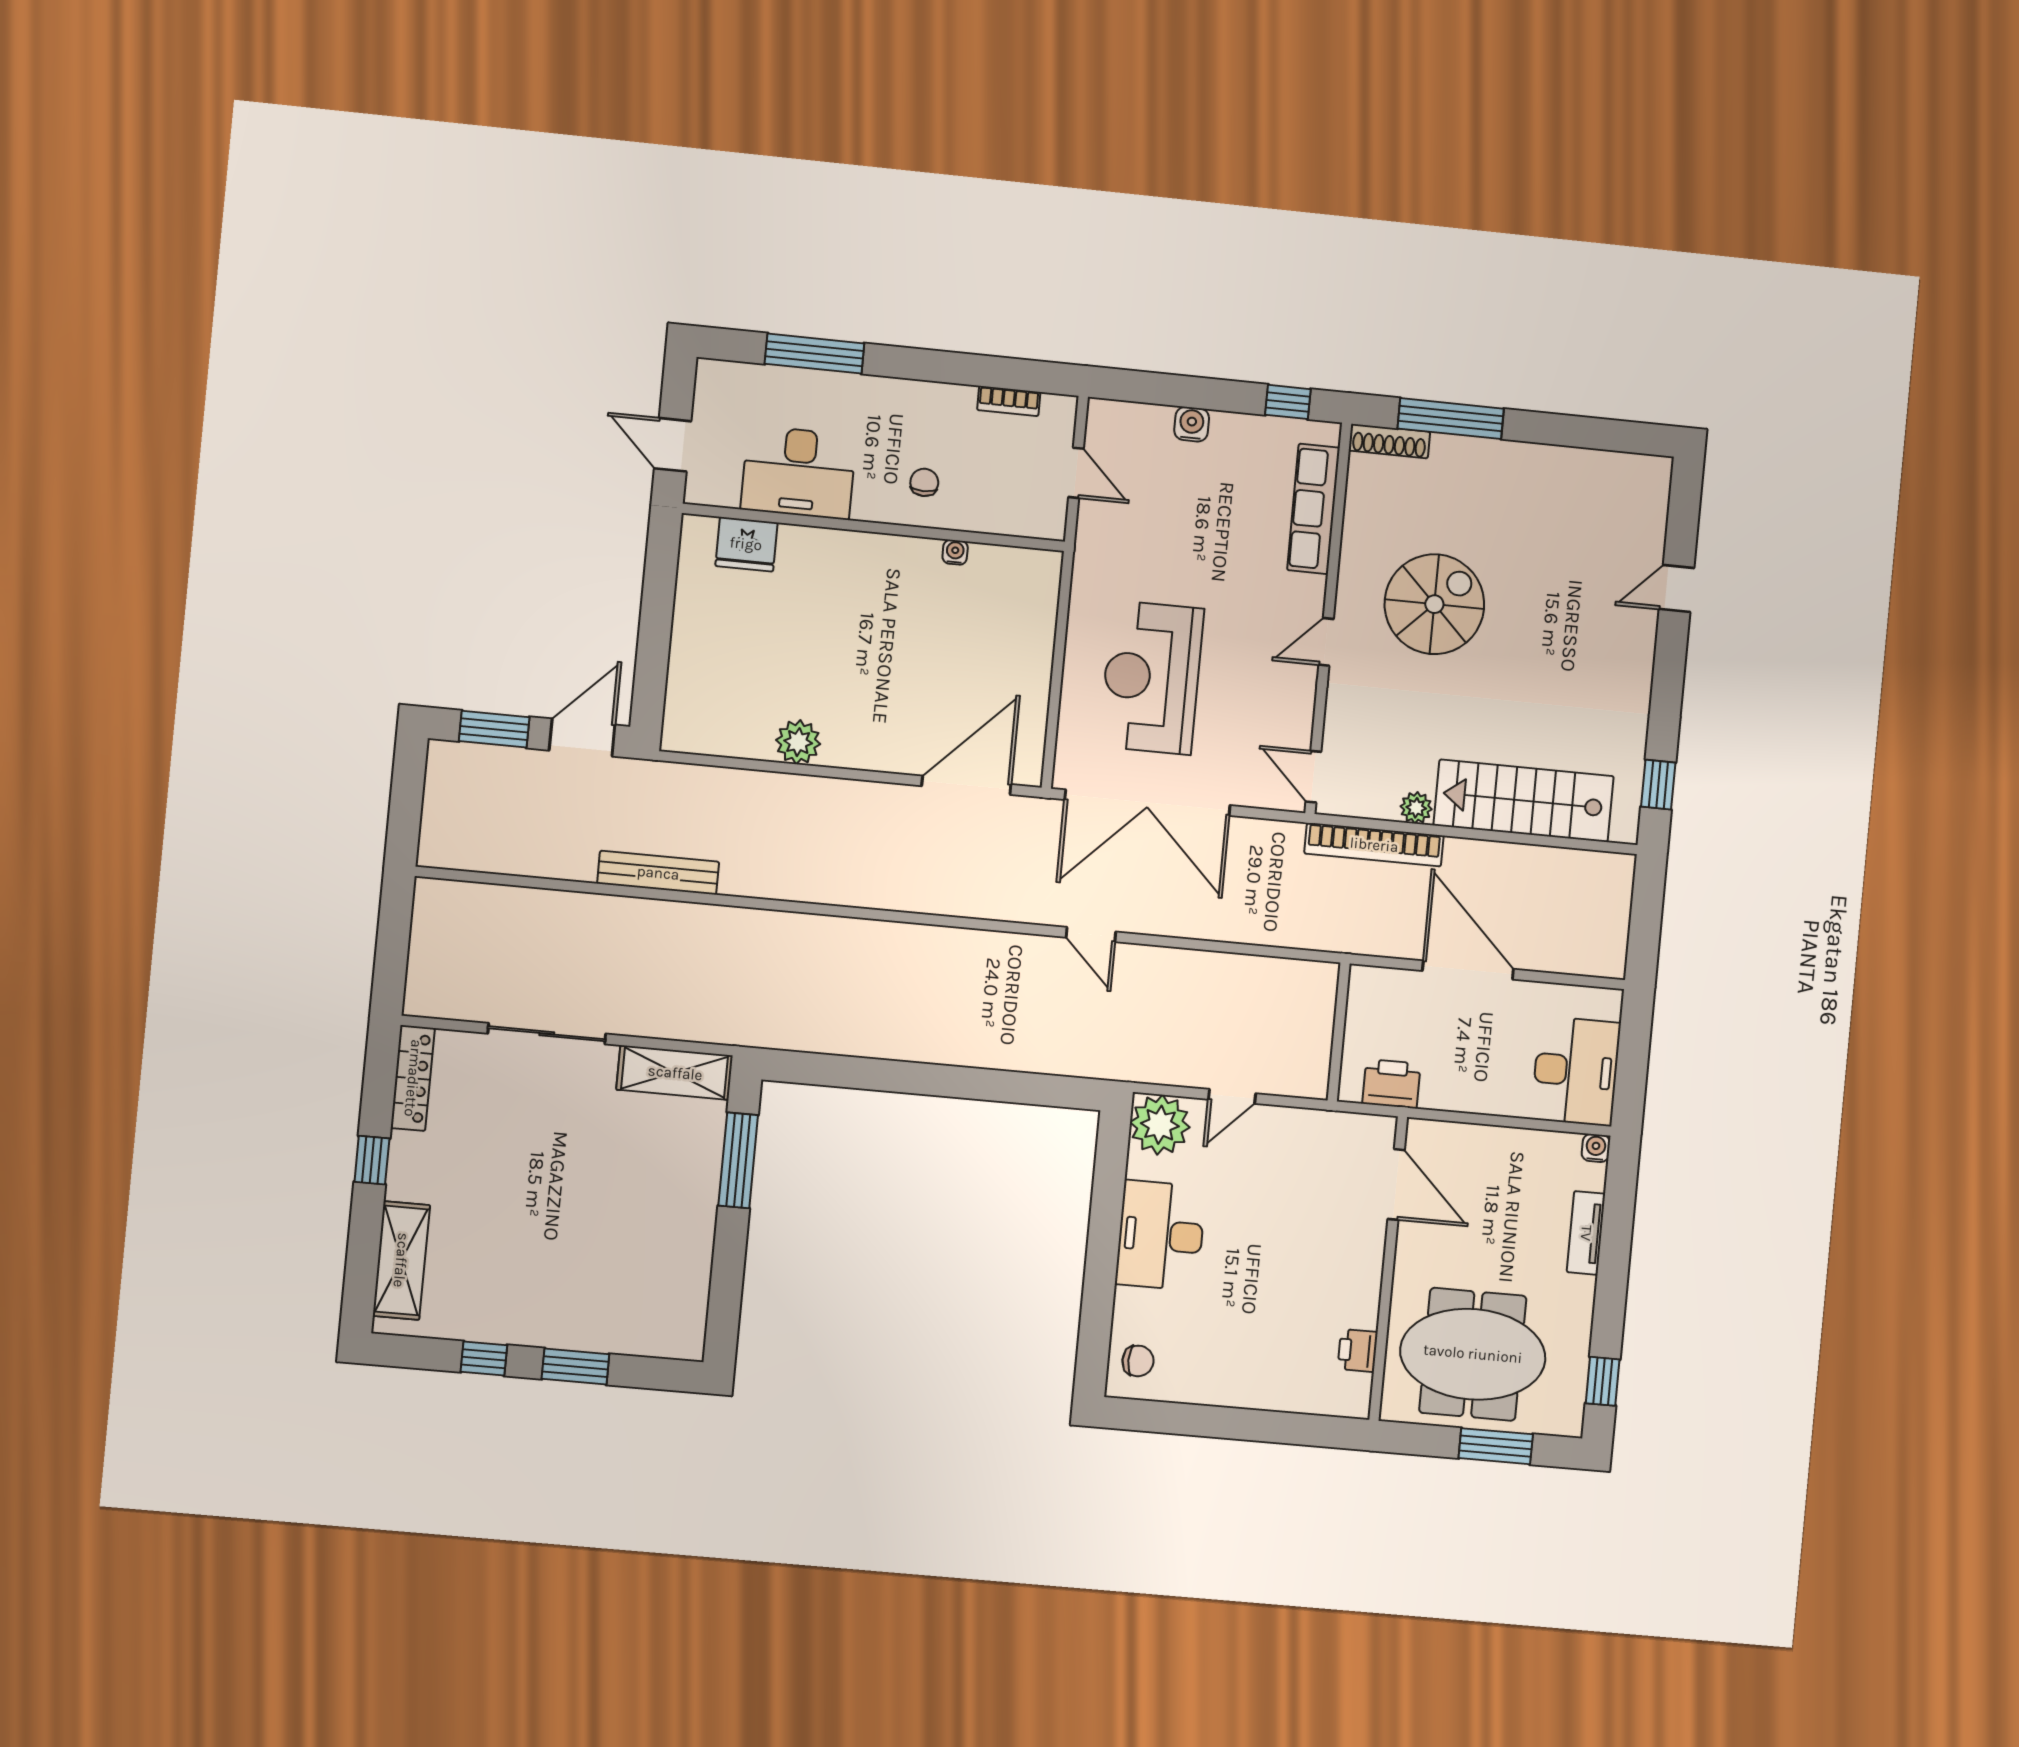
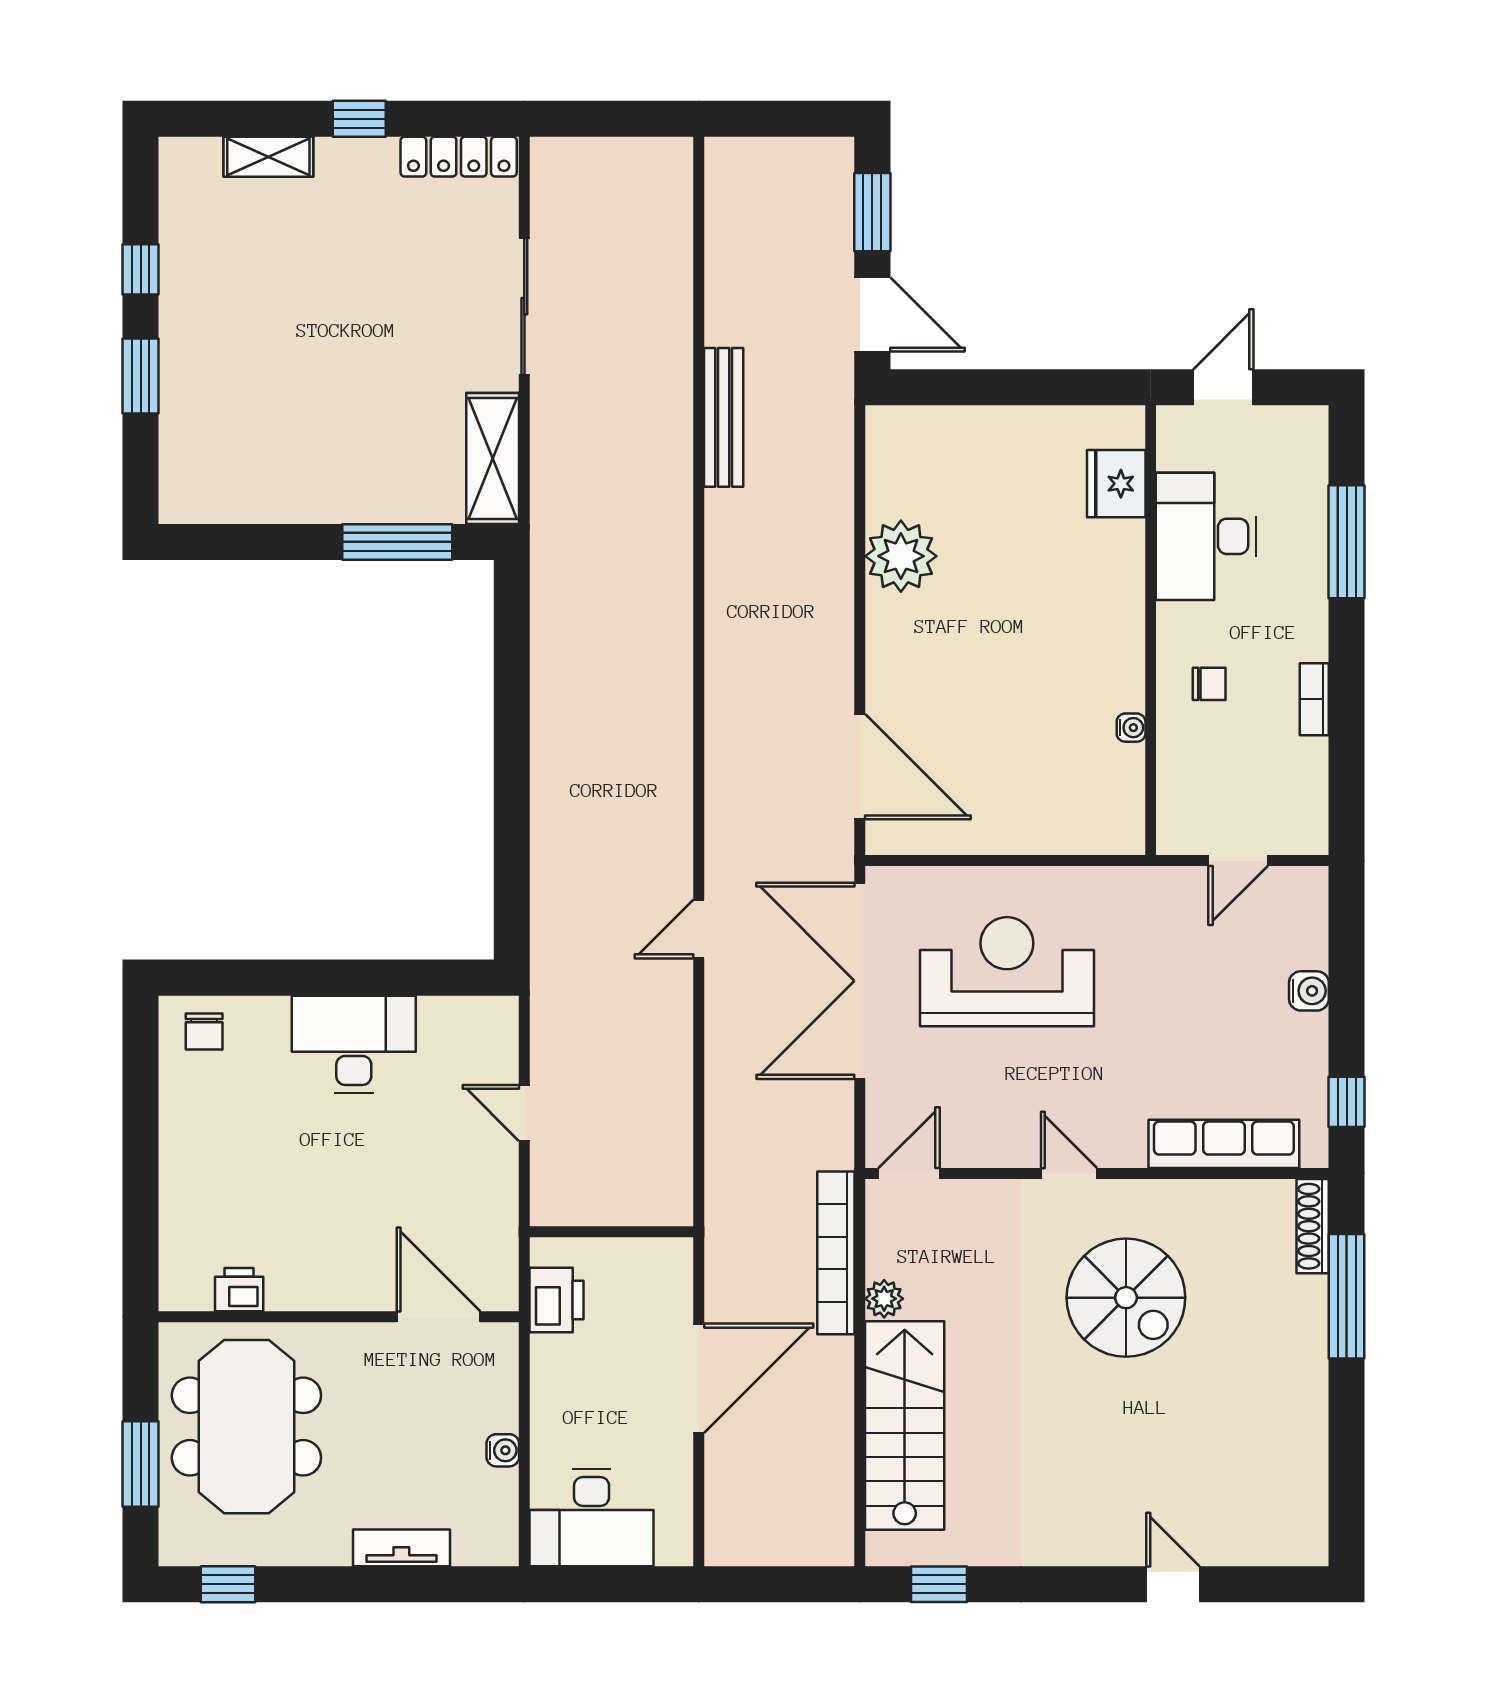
bookcase: (1009, 401) -> (1314, 699), moved
plant: (798, 742) -> (901, 556), width x1.36, depth x1.36
plant: (1160, 1125) -> (483, 1031), removed
water cooler: (1596, 1148) -> (503, 1450), moved
door: (1396, 1184) -> (438, 1317), swing flipped
shelving: (401, 1260) -> (268, 157), width x0.67, depth x0.75

